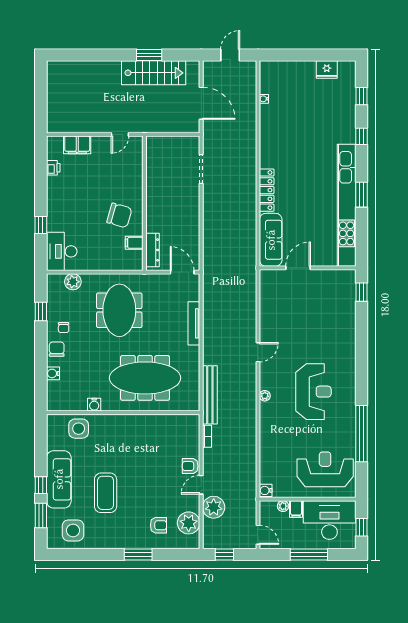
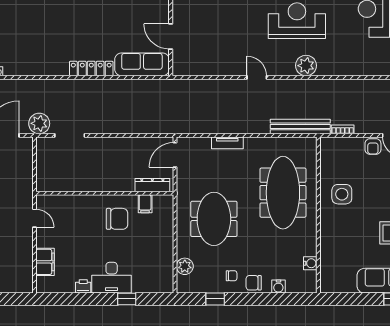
plant: (213, 139) -> (39, 123), added
printer: (53, 168) -> (83, 286), moved
chair: (119, 215) -> (117, 219), turned 74
desk: (62, 251) -> (112, 278), moved
meeting table: (119, 310) -> (214, 219), turned 90
tv unit: (194, 323) -> (227, 143), width x0.71
plant: (265, 396) -> (306, 66), width x1.87, depth x1.87
water cooler: (94, 405) -> (310, 263), moved
side table: (79, 429) -> (342, 194), moved

